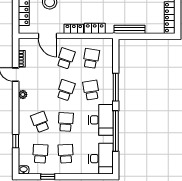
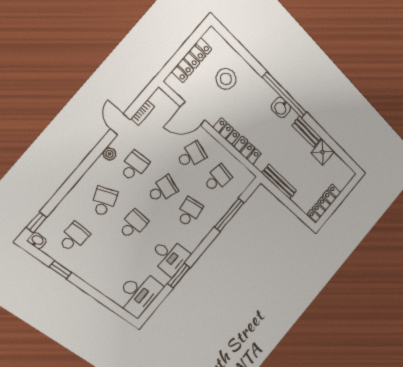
door: (48, 36) -> (193, 114), hinge flipped
window: (116, 87) -> (229, 215), moved
desk: (101, 120) -> (169, 256), width x0.73
window: (116, 131) -> (179, 276), width x0.47
window: (16, 141) -> (36, 222), moved
school desk: (66, 154) -> (134, 166), moved

